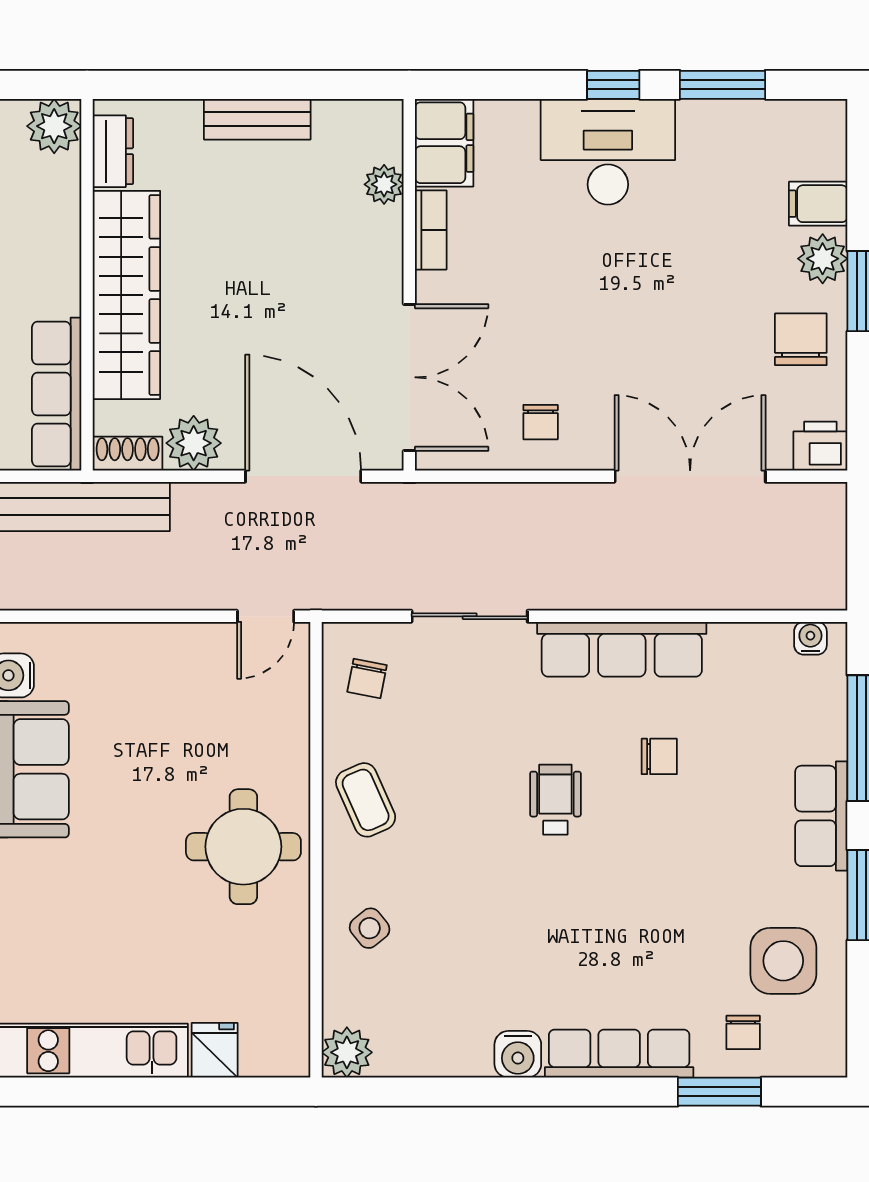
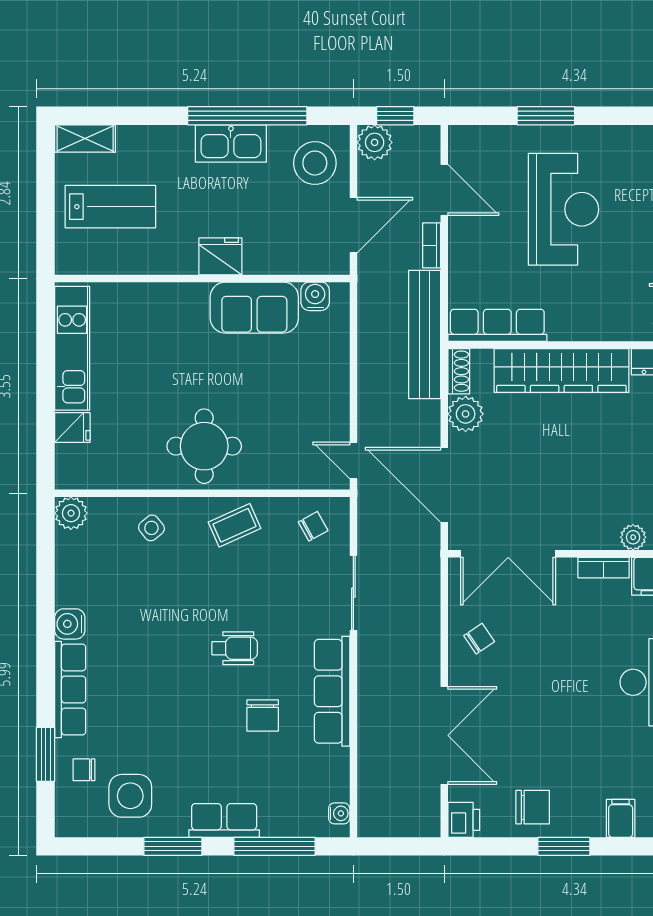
plant: (823, 259) -> (585, 821), removed
chair: (541, 422) -> (479, 639), turned 146
door: (303, 476) -> (444, 485), swing flipped
chair: (367, 678) -> (313, 526), turned 140
chair: (659, 756) -> (263, 715), width x1.37, depth x1.37

